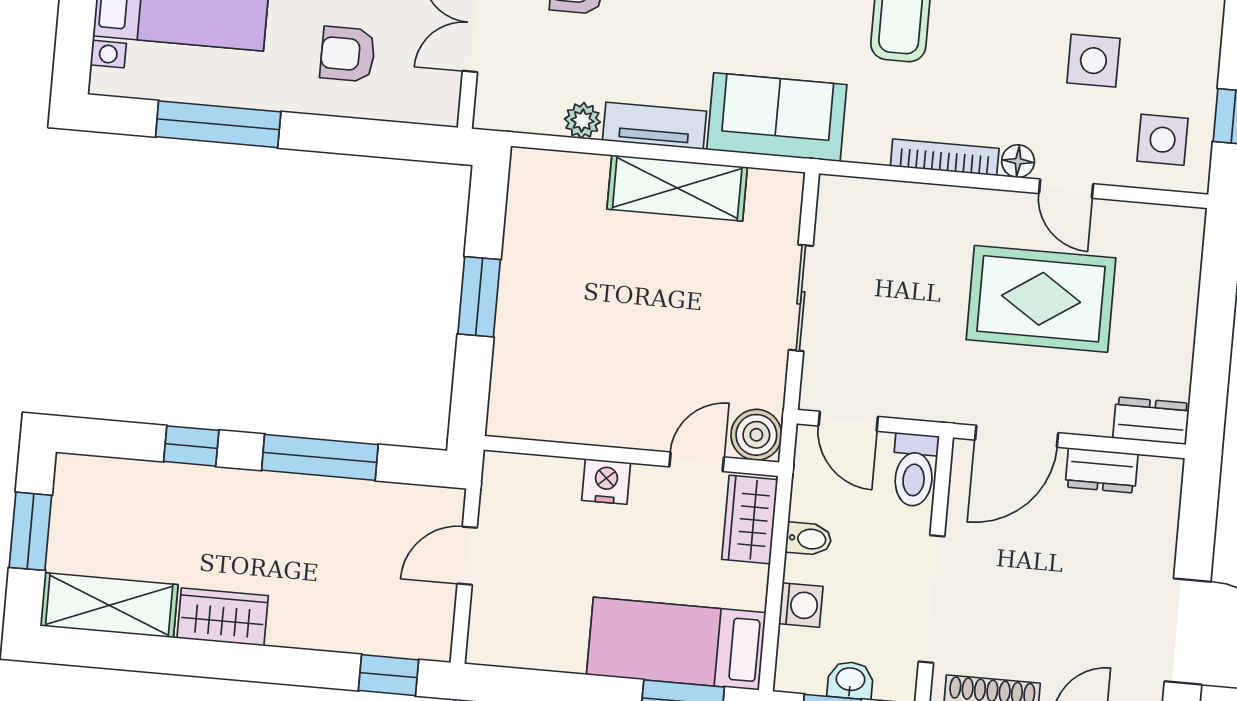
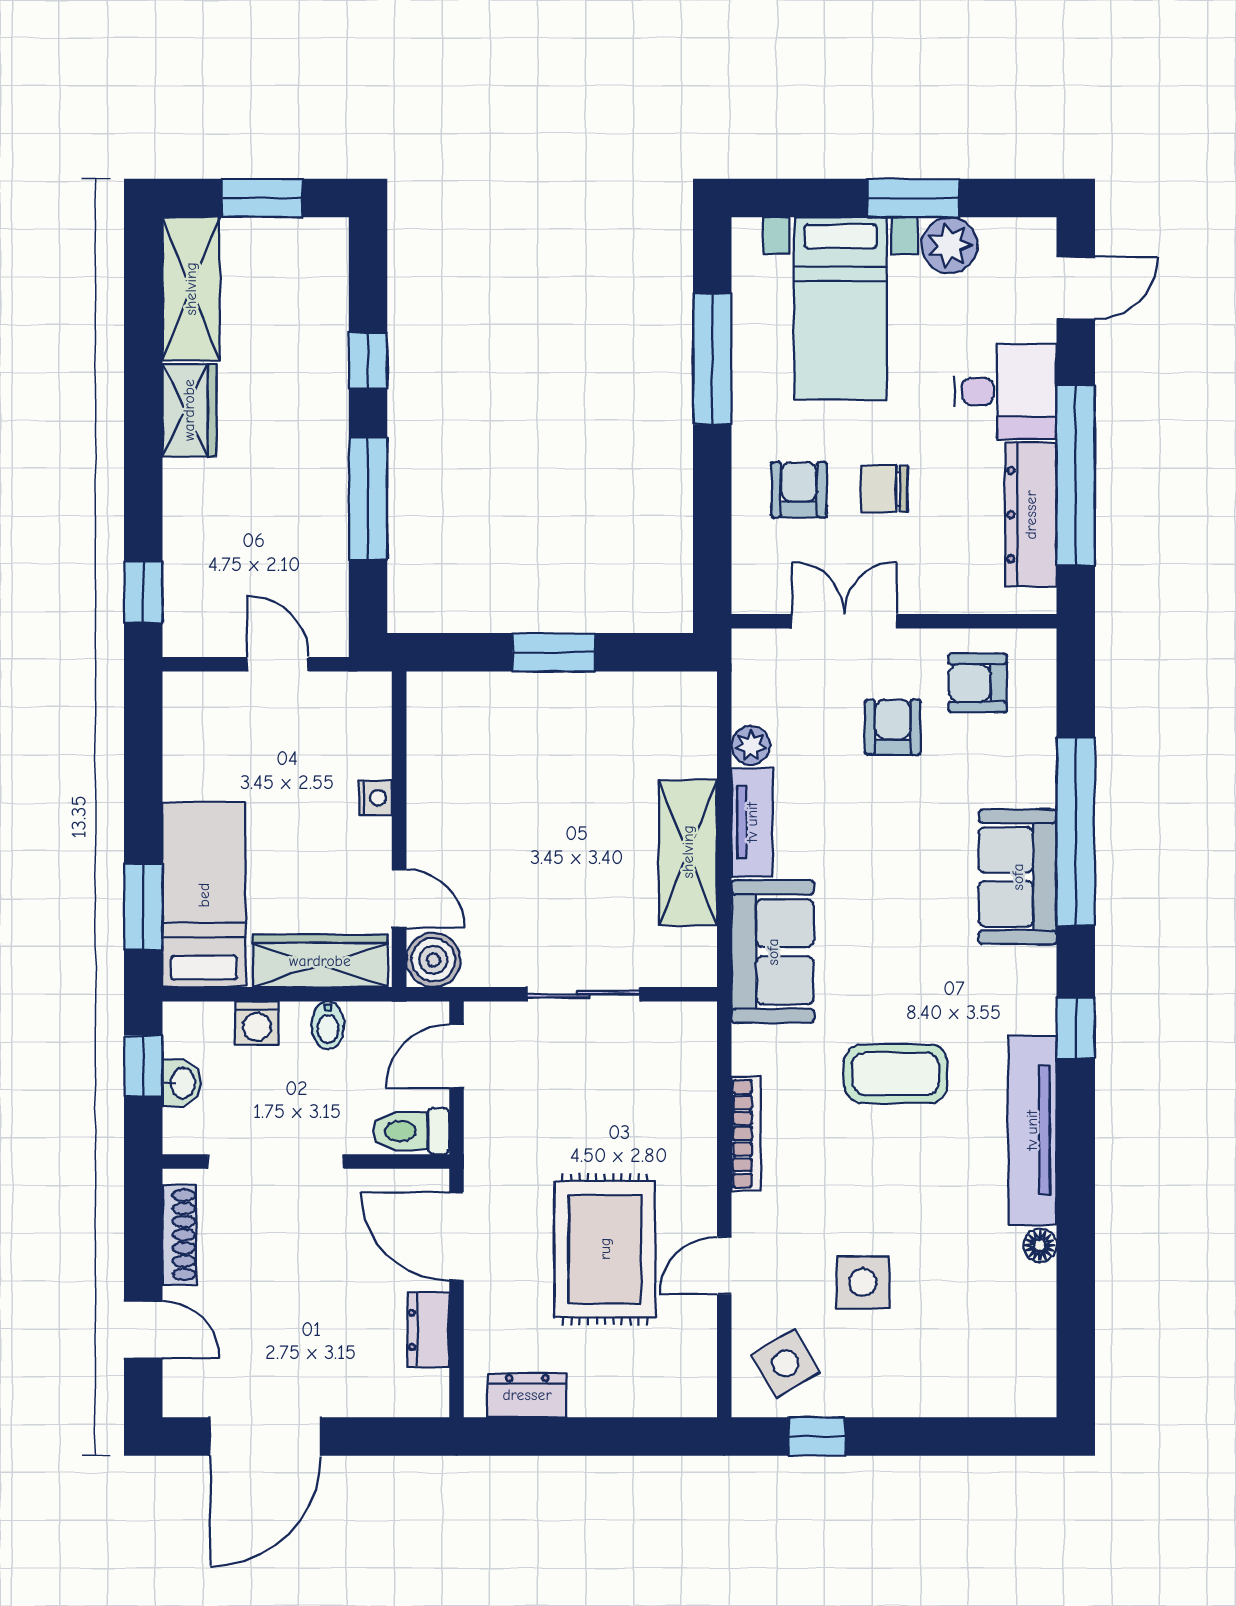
side table: (1163, 140) -> (785, 1363), turned -31
floor lamp: (1018, 161) -> (749, 1212), removed
dresser: (1151, 421) -> (527, 1395), moved, turned -90
nightstand: (606, 482) -> (375, 798), width x0.72, depth x0.74
wardrobe: (750, 519) -> (320, 961), width x1.50

